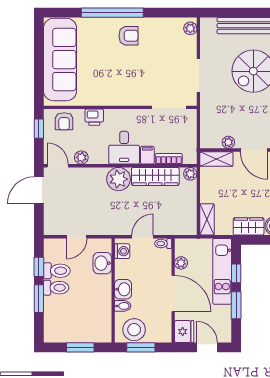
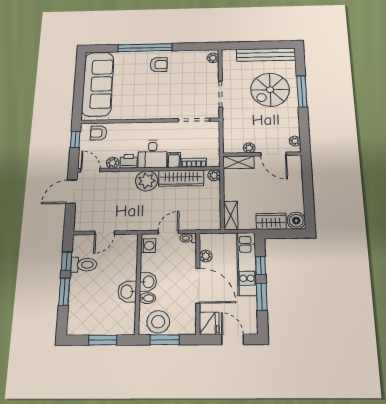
printer: (94, 117) -> (129, 161), moved, turned 180
armchair: (64, 121) -> (98, 133), turned 90
washbasin: (102, 263) -> (127, 292), moved
toilet: (56, 288) -> (82, 281), removed

